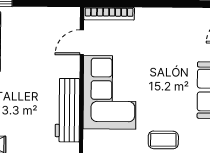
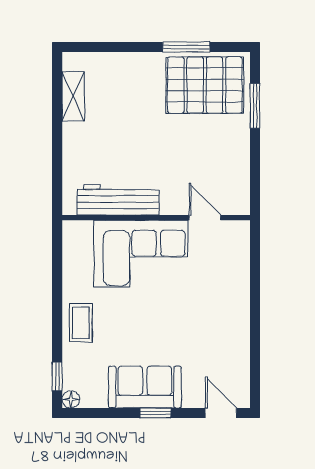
bookcase: (109, 14) -> (242, 252), removed

